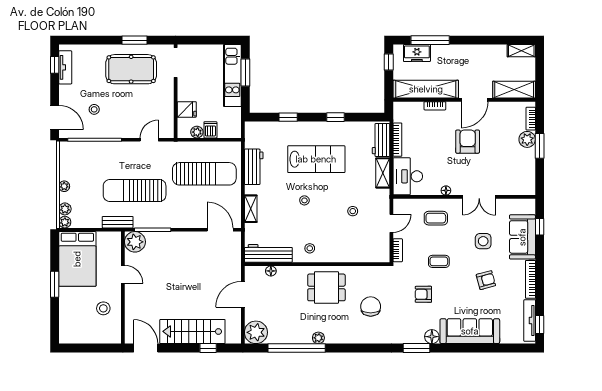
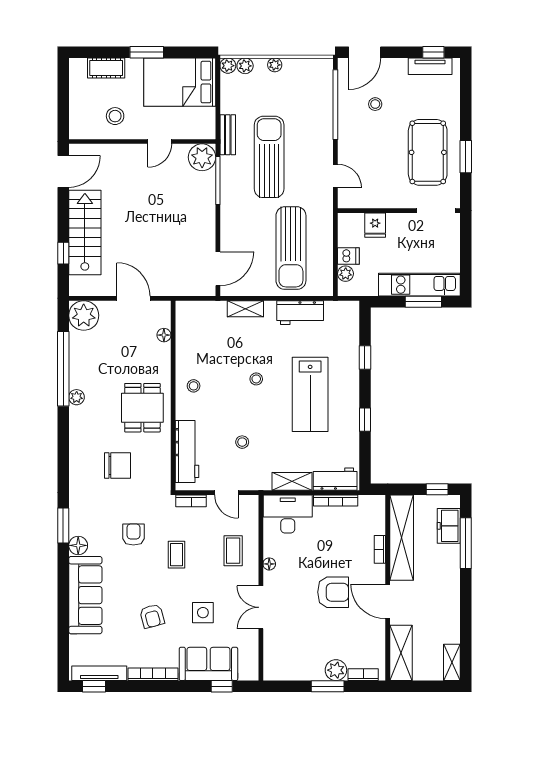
plant: (197, 132) -> (346, 274), moved
workbench: (268, 253) -> (187, 451), moved
cot: (67, 315) -> (106, 68), added

